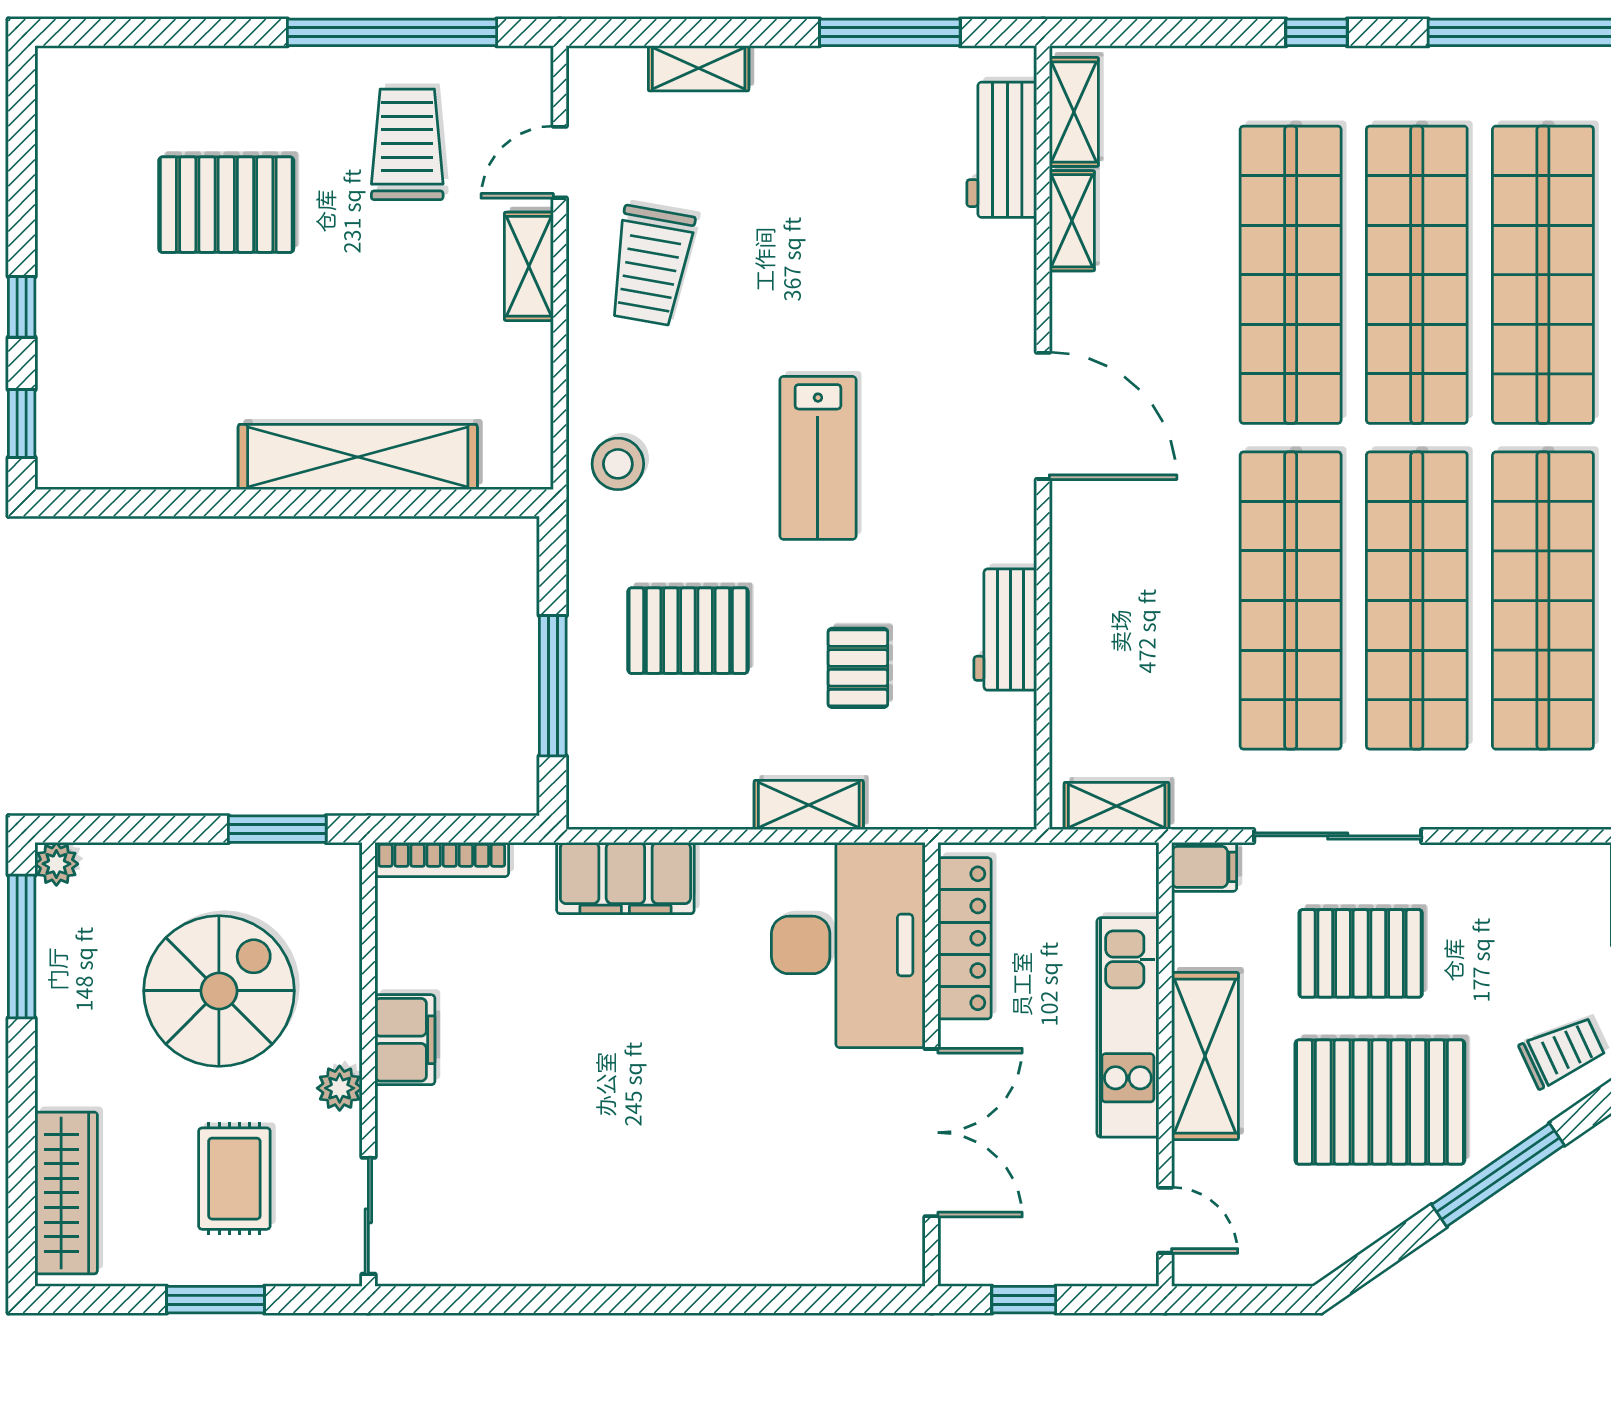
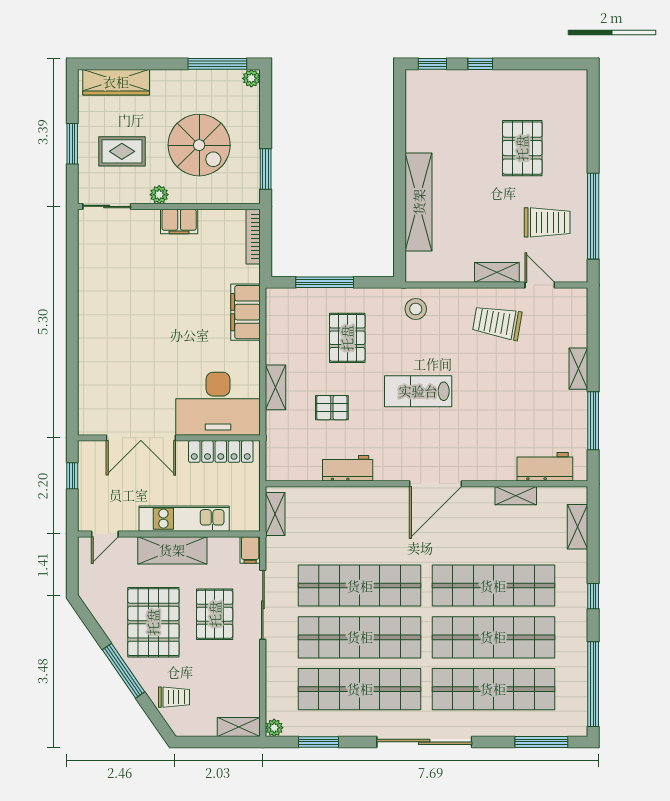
shelving: (699, 68) -> (578, 369), moved
shelving: (1074, 112) -> (578, 527), moved, turned 90
trolley: (1562, 1052) -> (174, 697), turned -65

